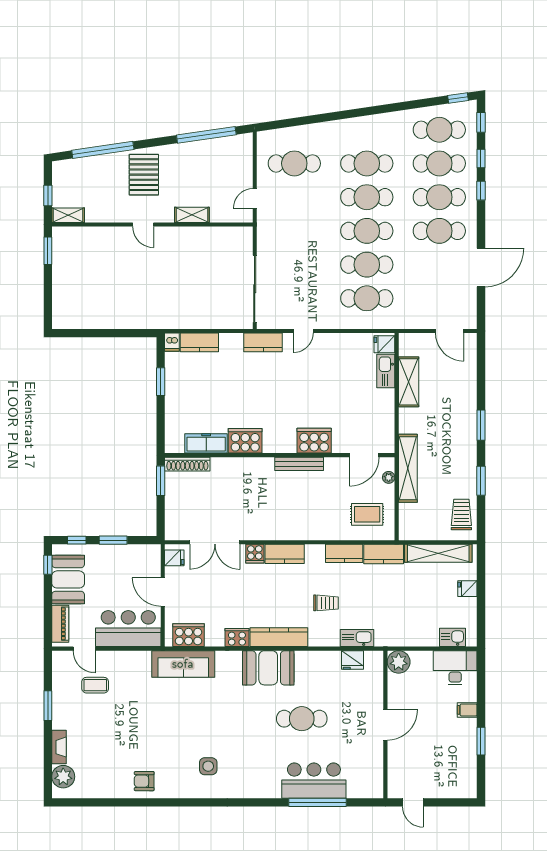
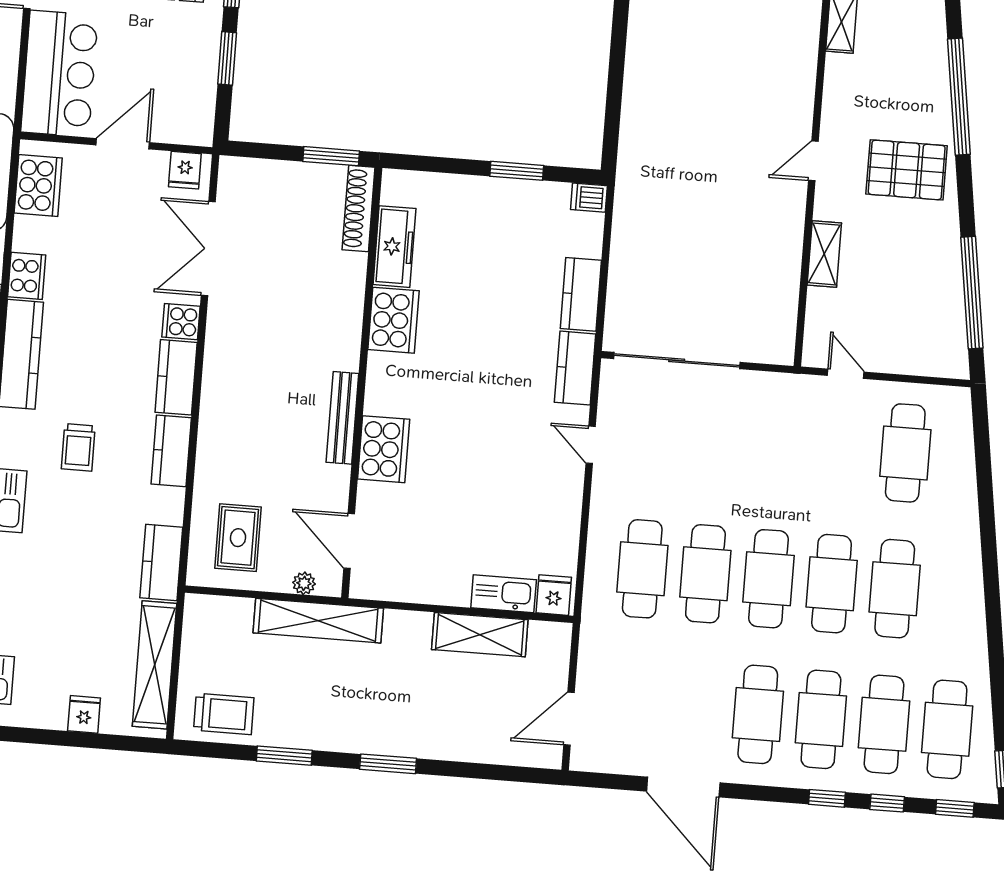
kitchen counter: (199, 342) -> (581, 294), moved
kitchen counter: (344, 553) -> (171, 451), moved

